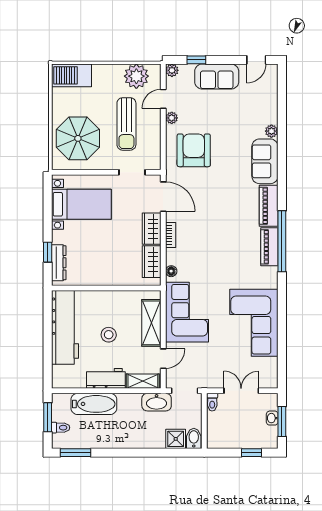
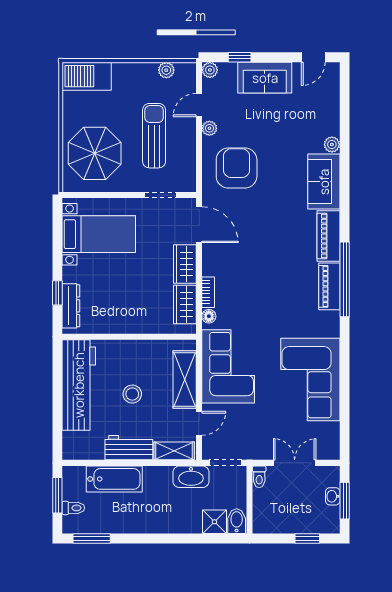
plant: (136, 76) -> (166, 70), width x0.53, depth x0.53
sun lounger: (126, 124) -> (154, 136), turned 180
bookcase: (171, 235) -> (208, 292), moved

